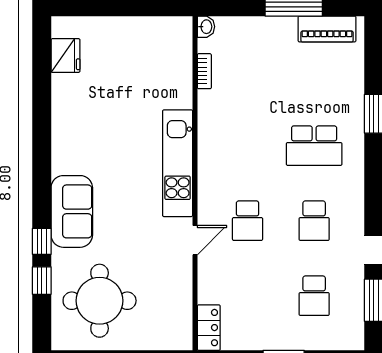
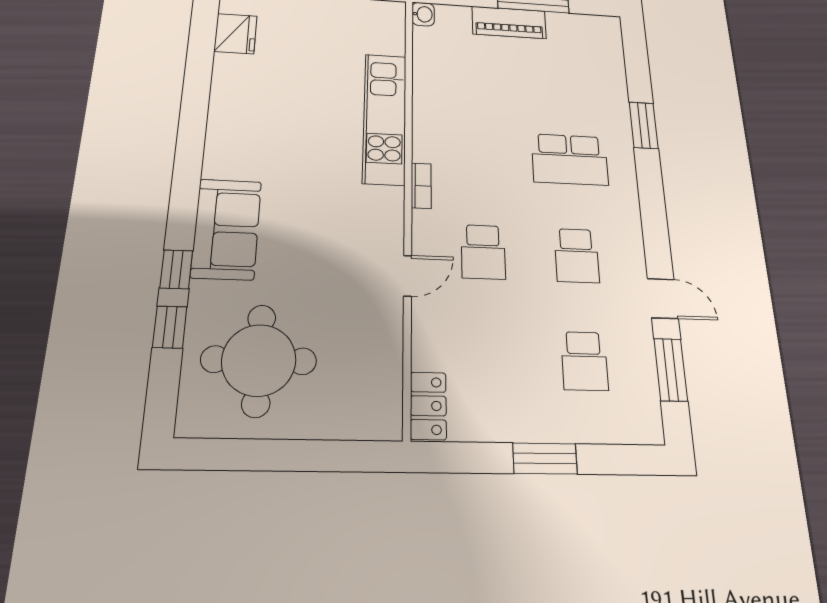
piano: (327, 29) -> (509, 23), moved
bookcase: (204, 71) -> (421, 186), moved
kitchen unit: (178, 163) -> (385, 118), moved

